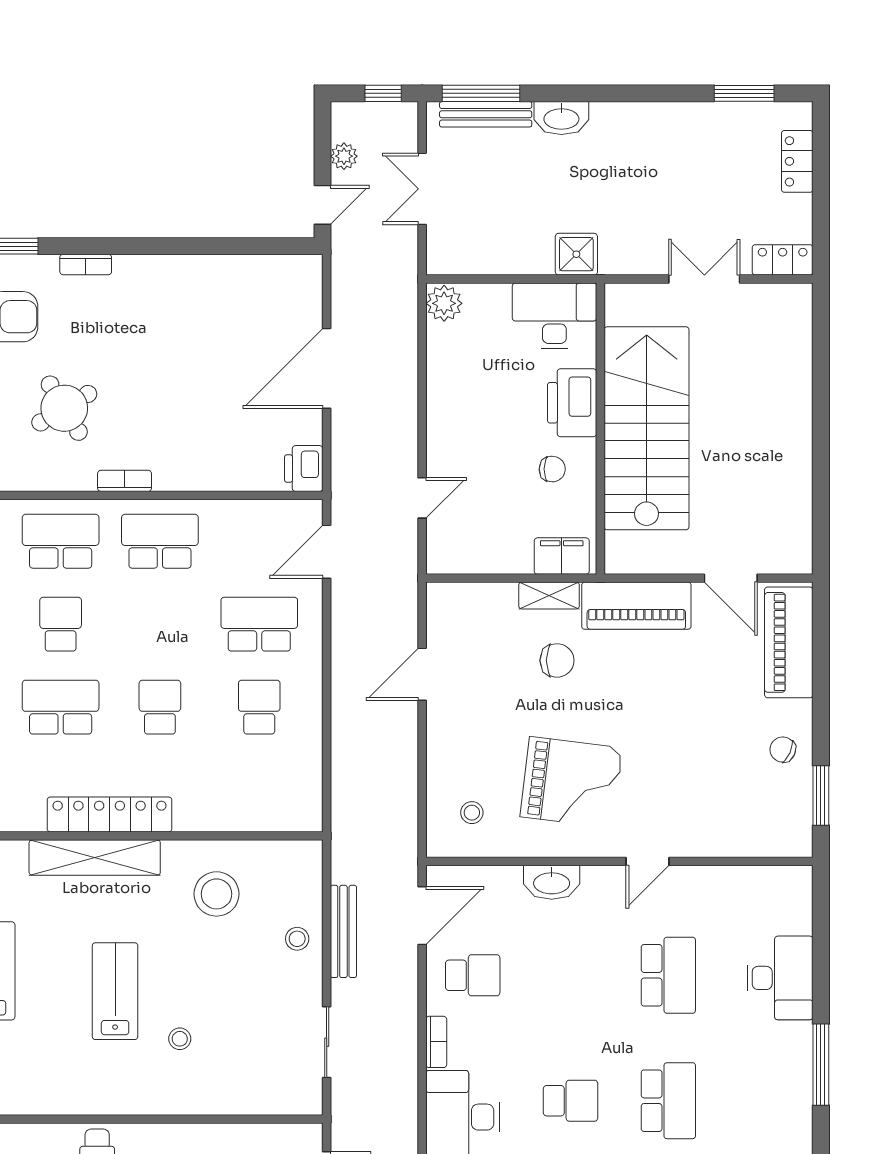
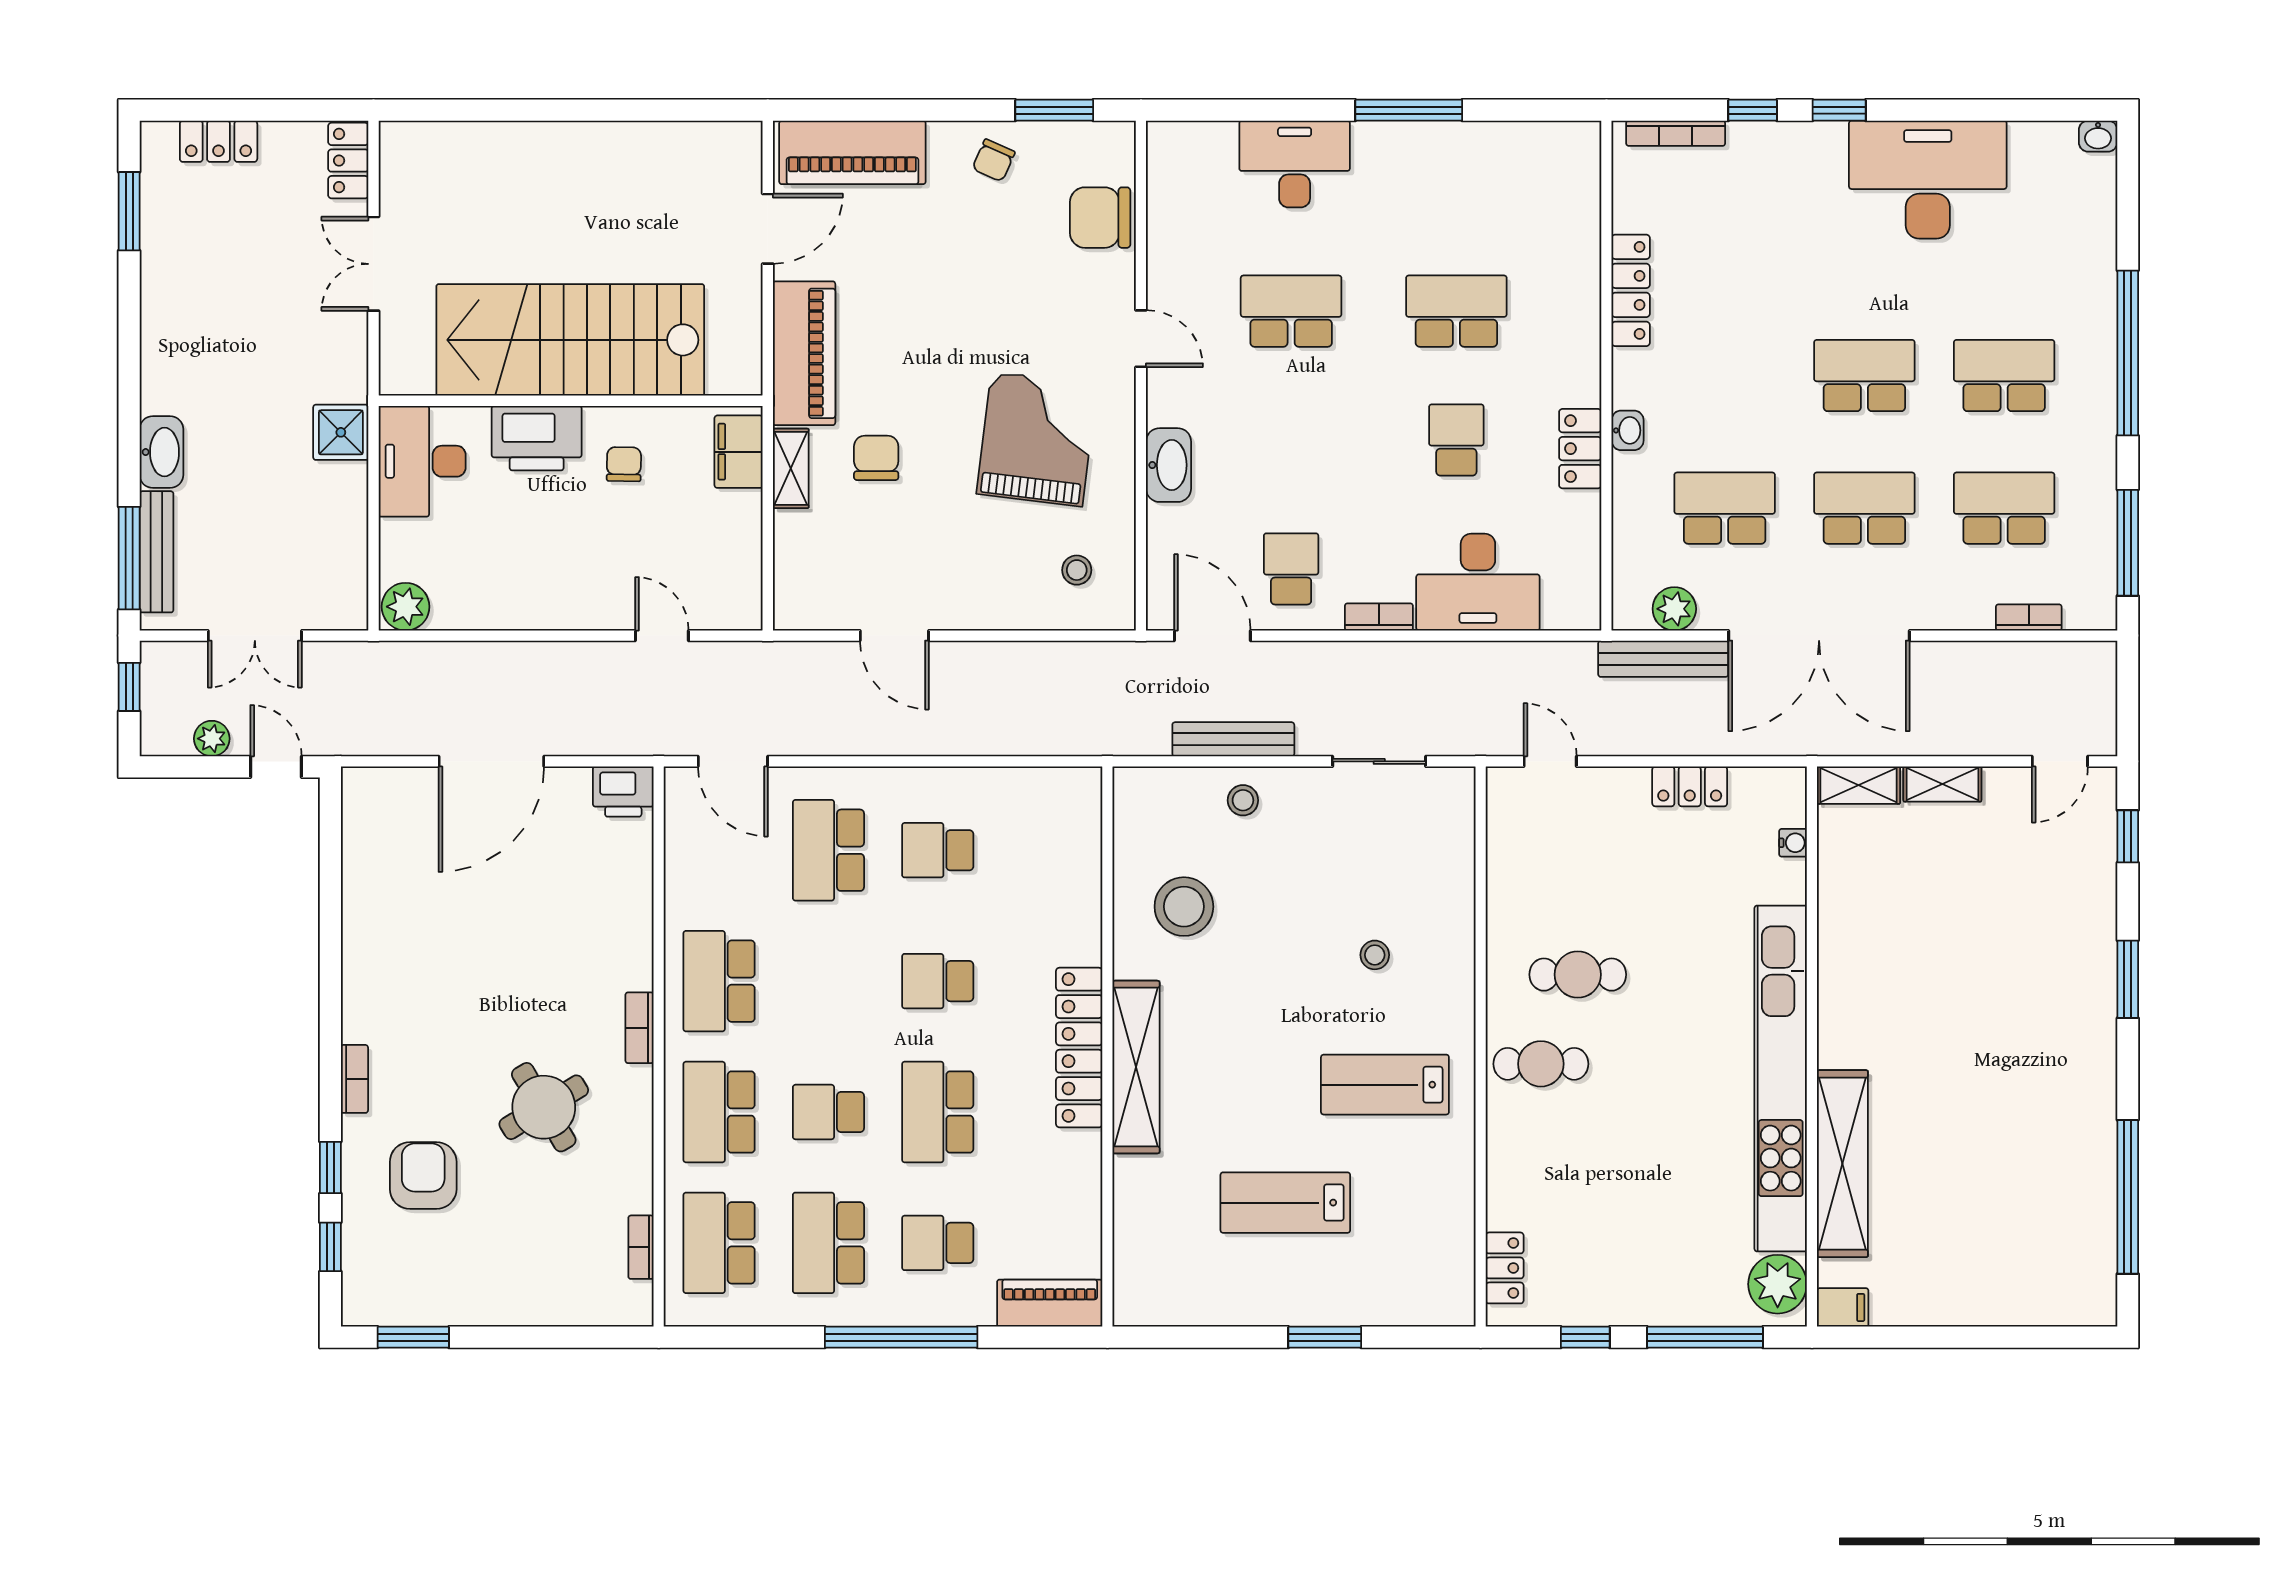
door: (327, 368) -> (491, 761), hinge flipped
chair: (739, 830) -> (1100, 218), added
lab bench: (115, 991) -> (1385, 1085), moved

